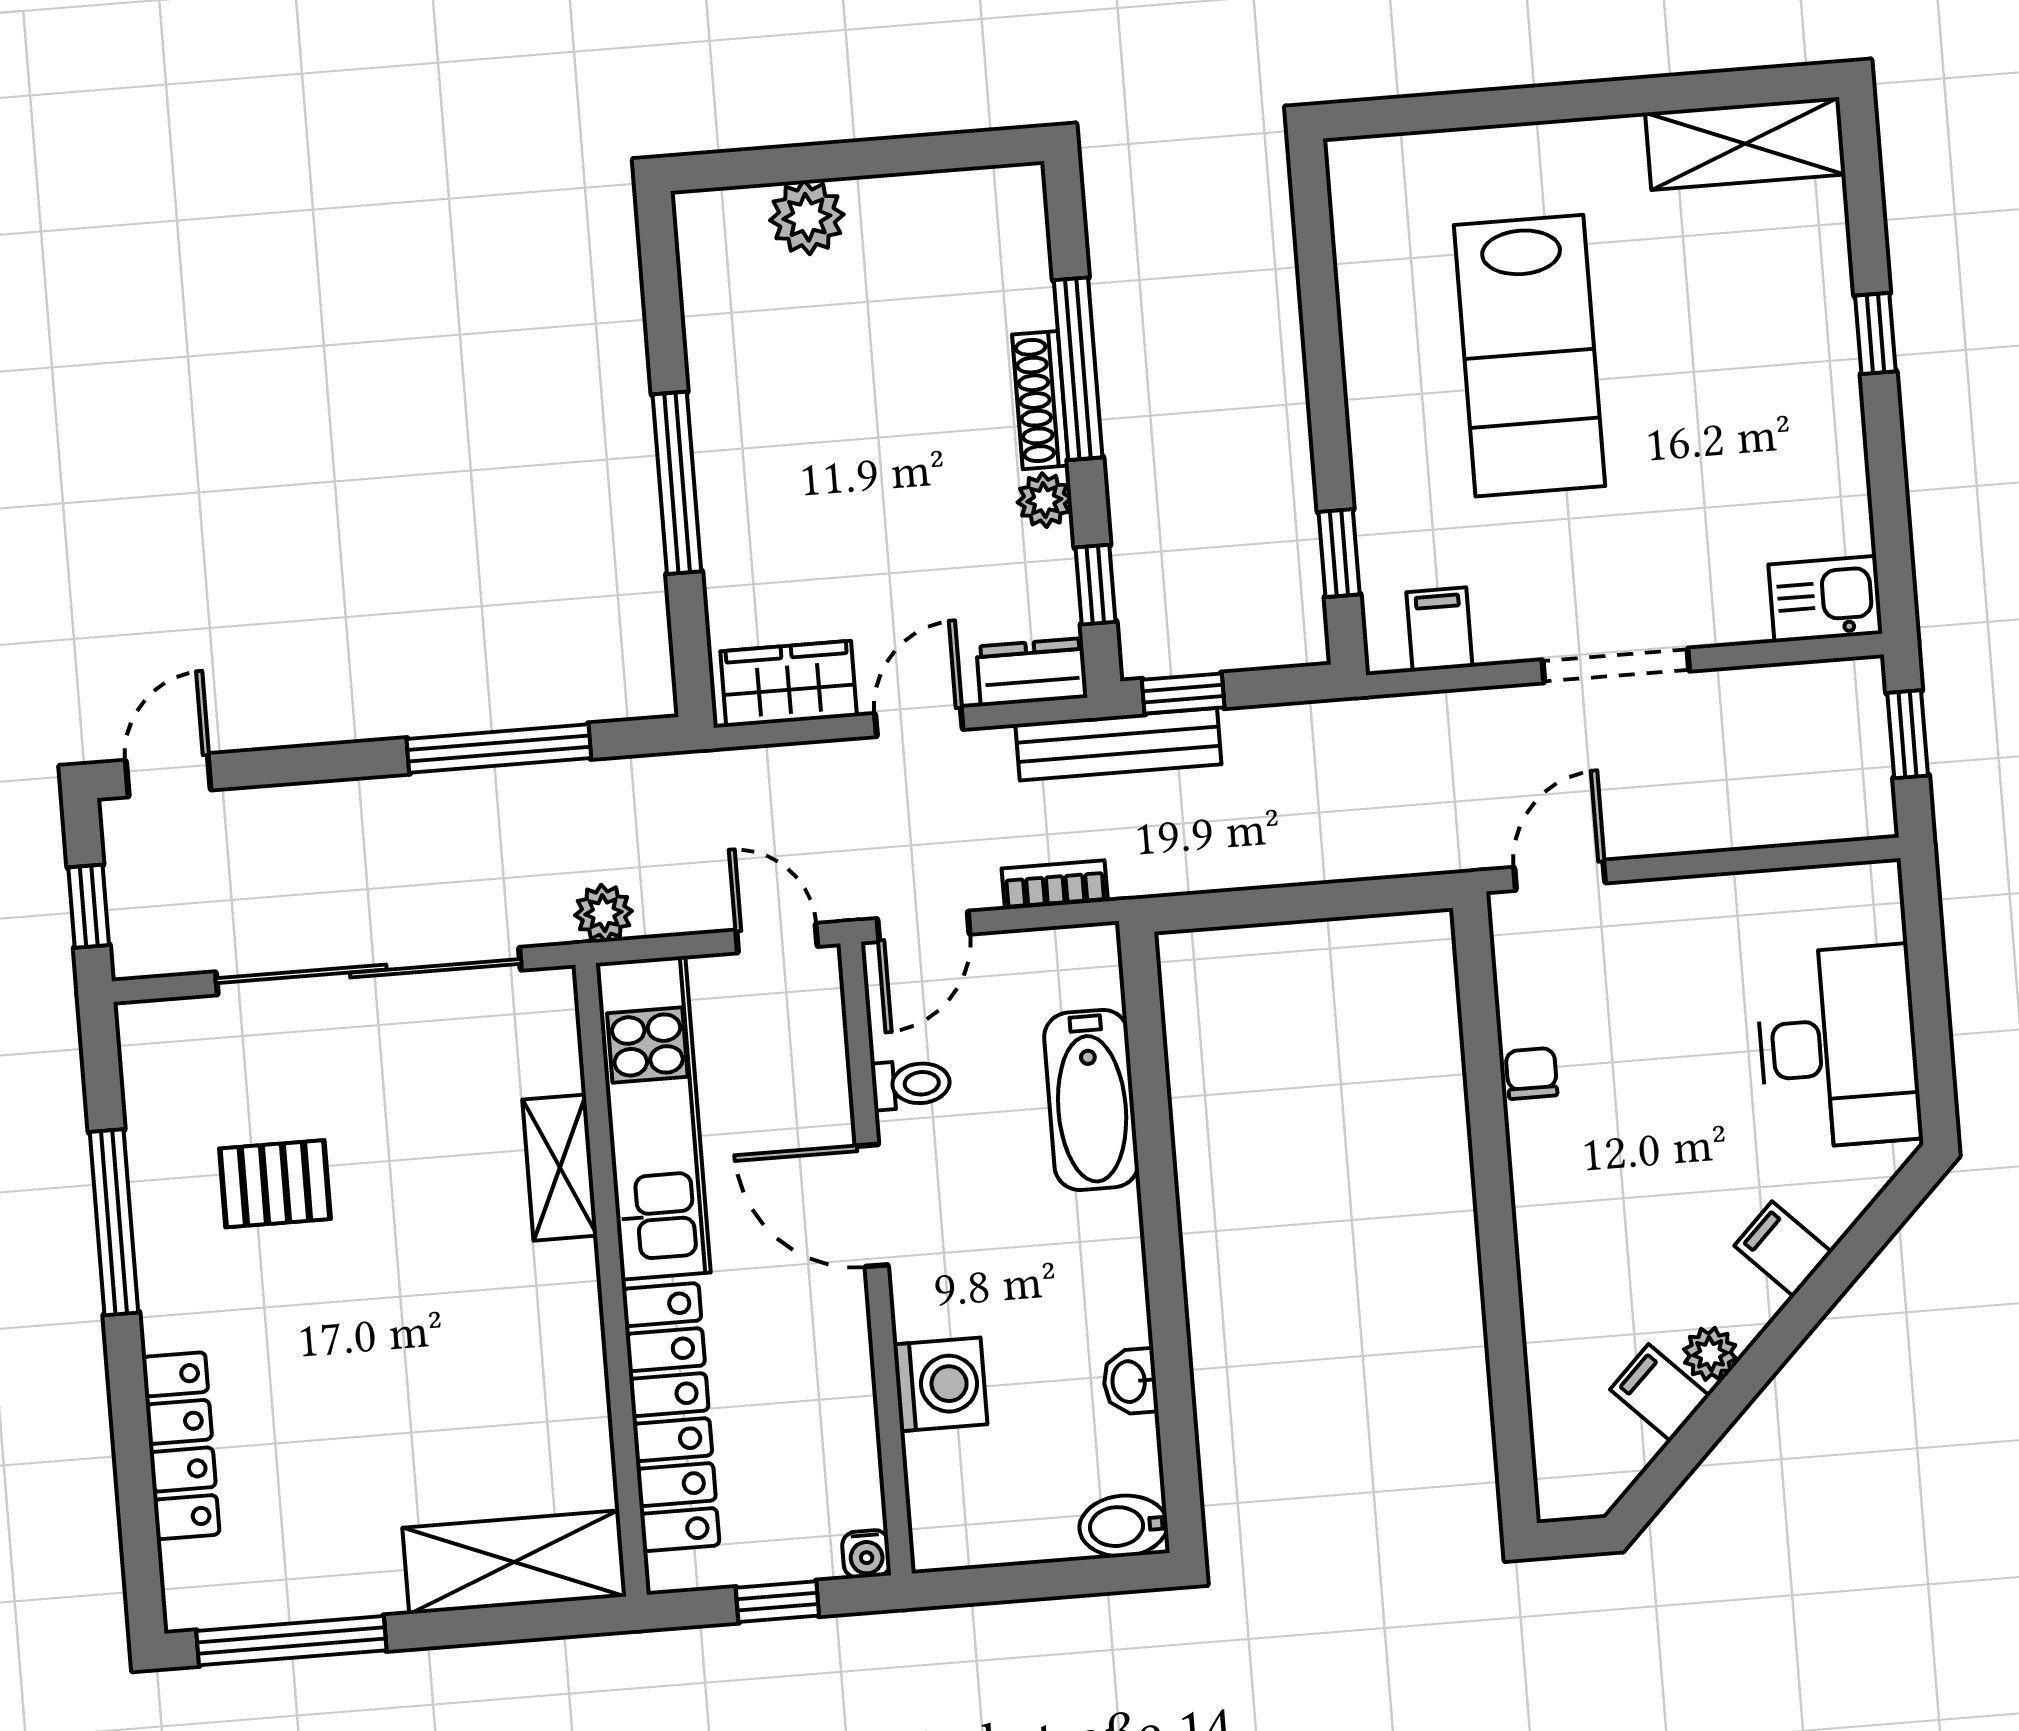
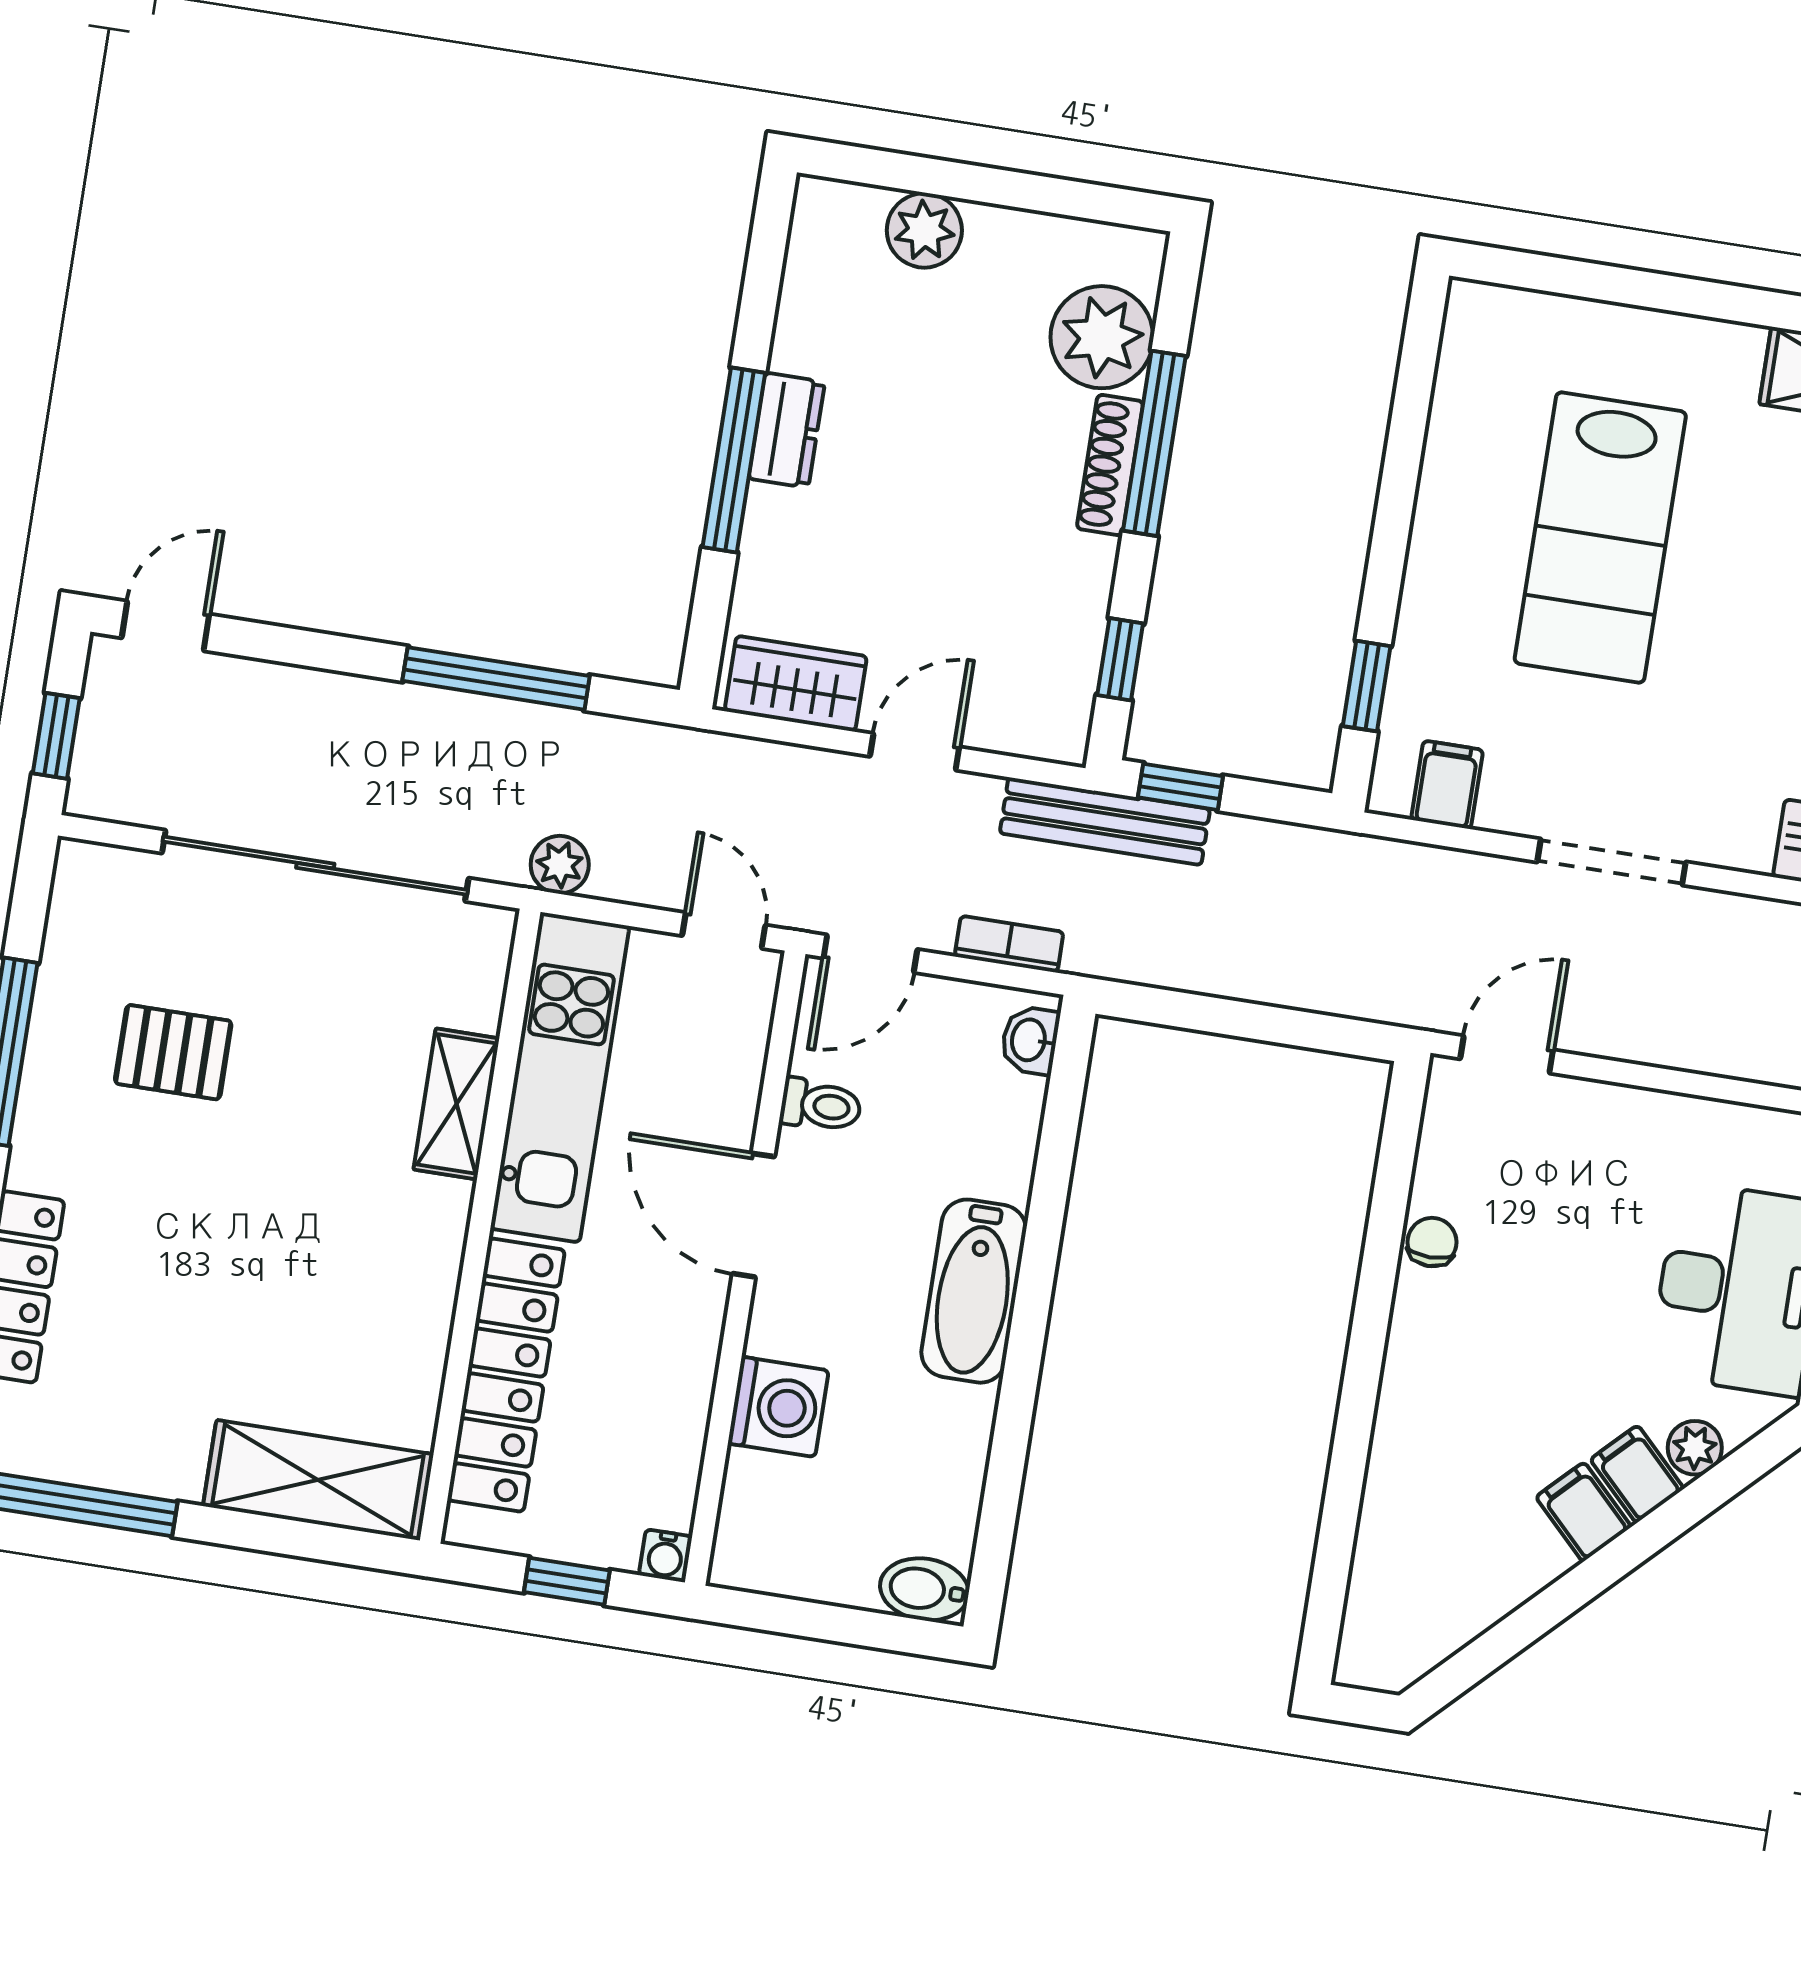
plant: (1044, 500) -> (1102, 337), moved, width x1.88, depth x1.88
dresser: (1032, 672) -> (787, 430), moved, turned 90
bathtub: (1091, 1100) -> (974, 1291), moved
plant: (1710, 1354) -> (1695, 1448), moved
washbasin: (1130, 1381) -> (1030, 1040), moved
filing cabinet: (1660, 1393) -> (1584, 1512), moved

